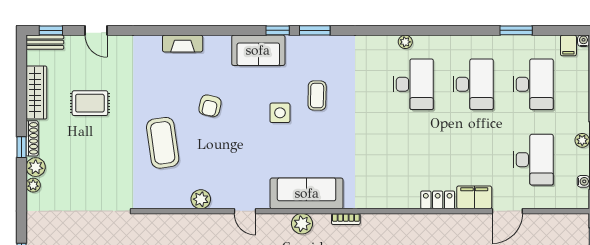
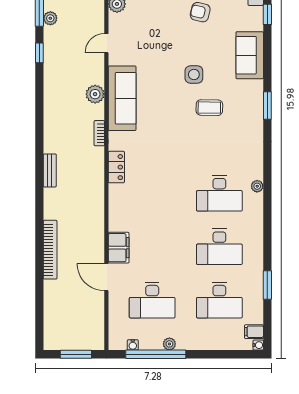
window: (278, 30) -> (267, 14), moved
locker: (438, 200) -> (116, 167), moved

